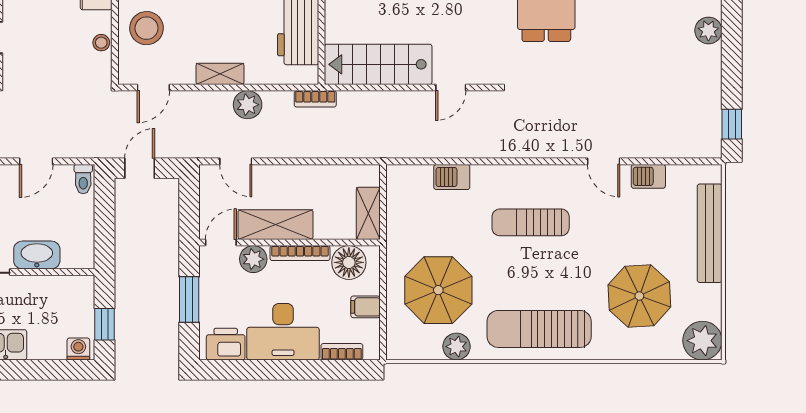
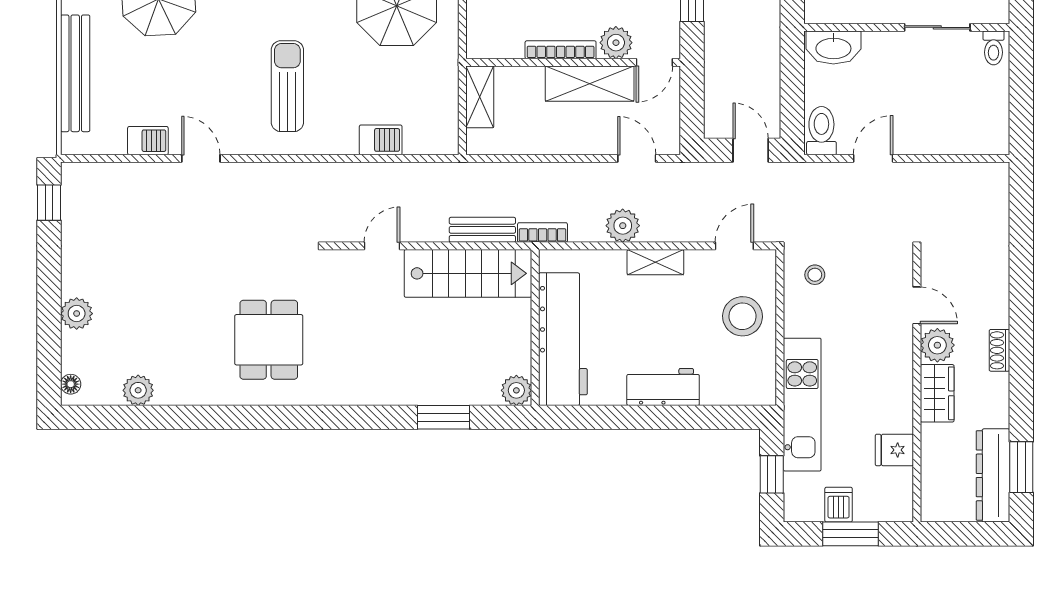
stool: (101, 43) -> (815, 275), moved
bench: (366, 101) -> (482, 230), added
door: (140, 168) -> (751, 150), swing flipped
toilet: (83, 179) -> (821, 131), width x1.37, depth x1.39
sun lounger: (531, 222) -> (287, 86), turned -90
washbasin: (37, 255) -> (833, 47), moved
floor lamp: (349, 262) -> (503, 39), removed

